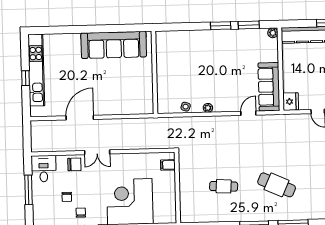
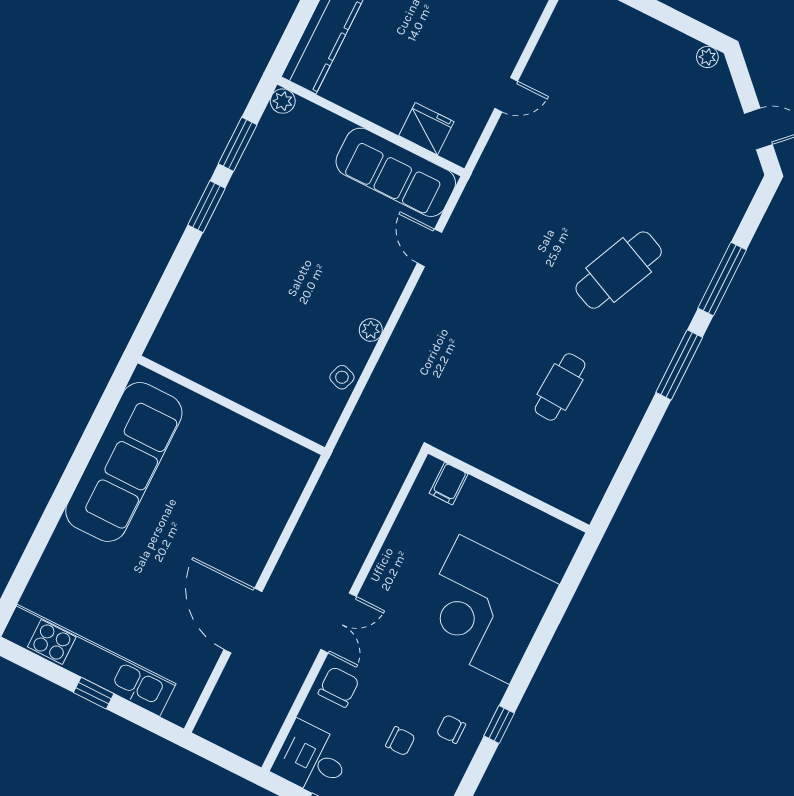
fridge: (291, 102) -> (426, 129), moved

